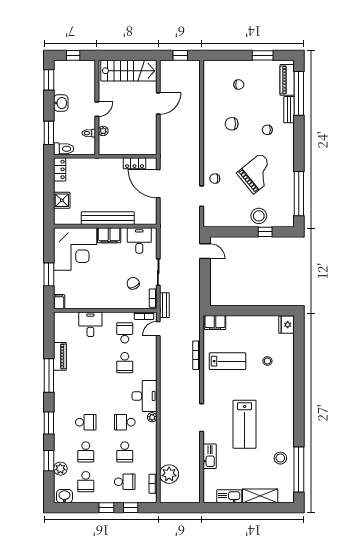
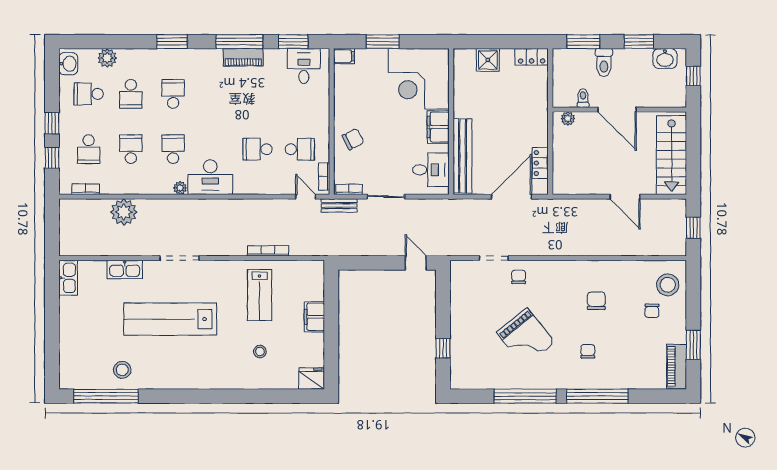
window: (49, 80) -> (639, 42), moved
piano: (287, 80) -> (677, 366), moved, turned -90
window: (299, 93) -> (598, 396), moved
washbasin: (61, 103) -> (665, 58), moved
door: (97, 109) -> (617, 110), width x1.87
bench: (289, 110) -> (616, 382), removed
plant: (103, 131) -> (568, 119), moved
toilet: (64, 149) -> (604, 63), moved
window: (299, 194) -> (525, 396), moved
stool: (259, 216) -> (668, 285), moved
bench: (108, 218) -> (463, 156), moved
door: (205, 251) -> (416, 263), swing flipped
chair: (133, 283) -> (353, 139), moved
filing cabinet: (215, 323) -> (314, 317), moved
desk: (90, 324) -> (304, 66), moved, turned -90
piano: (60, 356) -> (243, 57), moved
school desk: (86, 422) -> (173, 94), turned 180
lab bench: (245, 424) -> (170, 319), width x1.36
school desk: (86, 452) -> (131, 94), turned -90
school desk: (125, 452) -> (131, 149), turned 90
window: (49, 461) -> (293, 42), moved
plant: (169, 474) -> (124, 212), moved
kitchen sink: (229, 496) -> (68, 278), moved
shelving: (260, 496) -> (69, 341), removed

